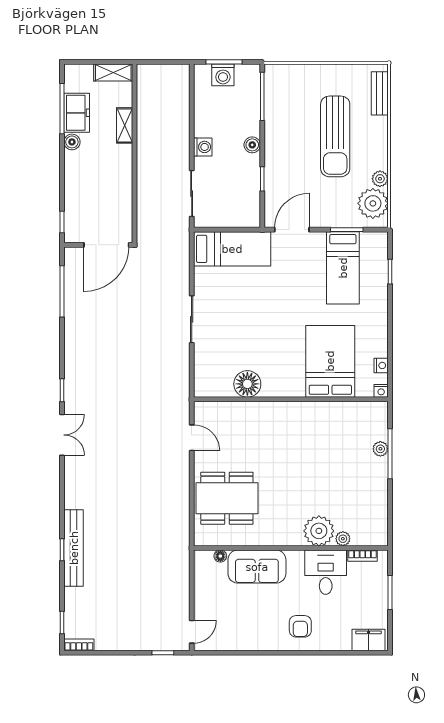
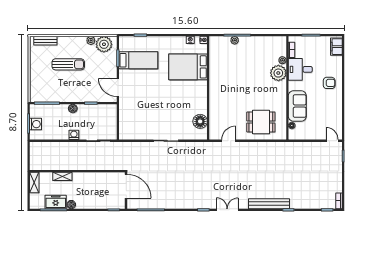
sun lounger: (335, 136) -> (68, 64), width x0.73, depth x0.75
bed: (232, 249) -> (128, 119), removed
floor lamp: (247, 384) -> (200, 121), moved
dining table: (227, 498) -> (261, 122), width x0.73
bench: (74, 548) -> (269, 204), moved

